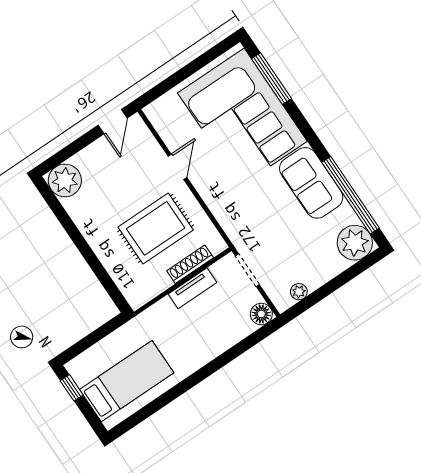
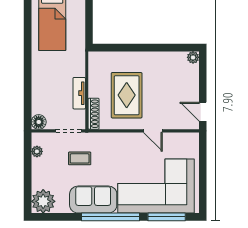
plant: (65, 180) -> (193, 57), width x0.53, depth x0.53
window: (350, 195) -> (110, 217), moved
coffee table: (272, 234) -> (80, 158), added
shoe rack: (190, 264) -> (94, 114), moved

